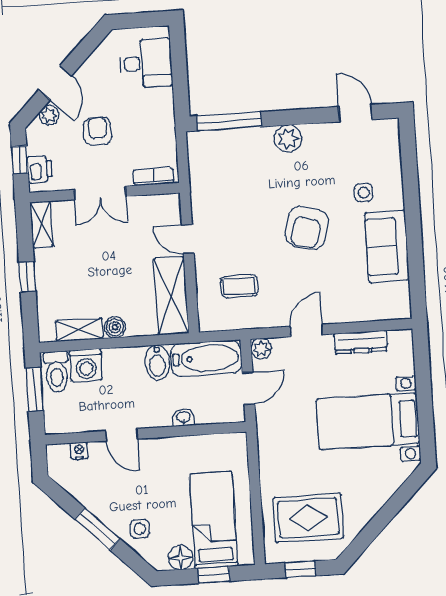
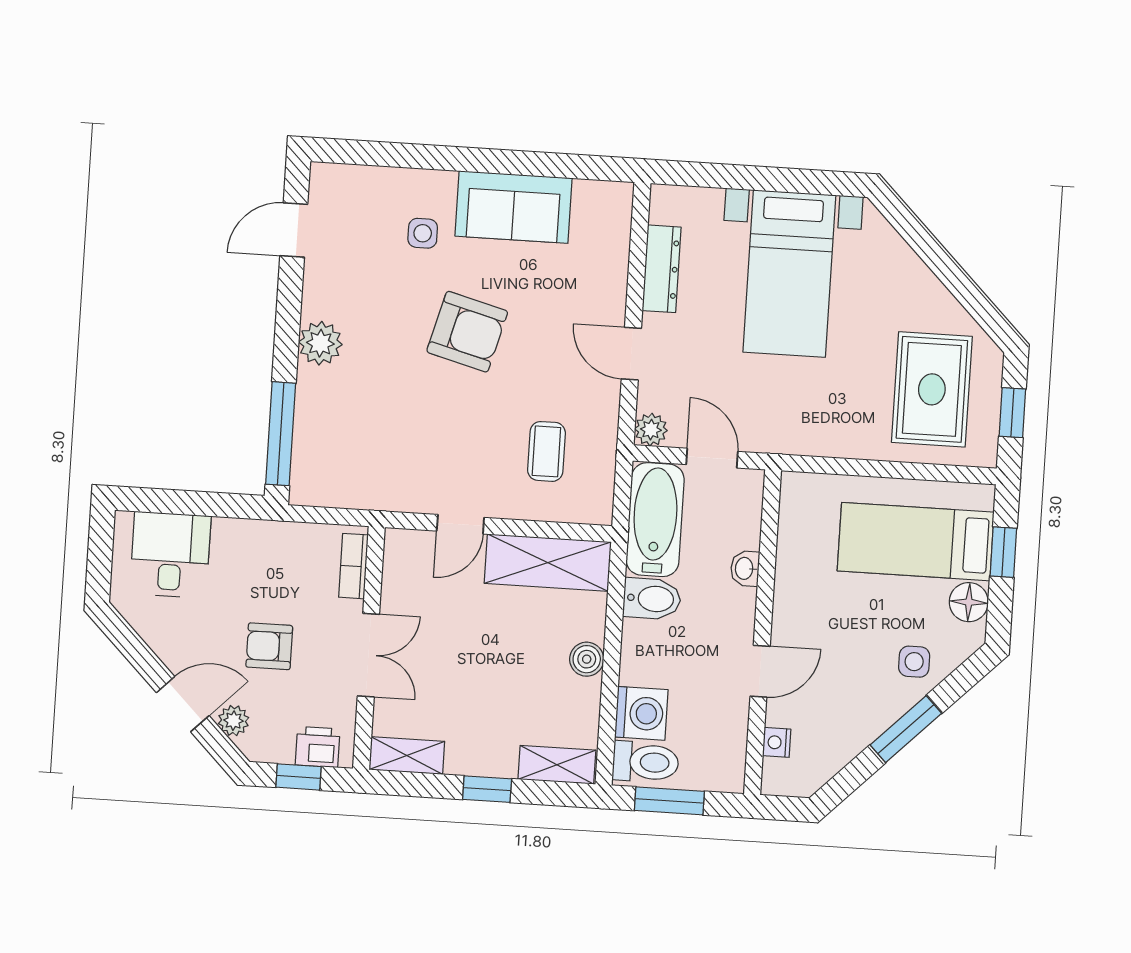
shelving: (79, 330) -> (557, 765), moved, turned 90

